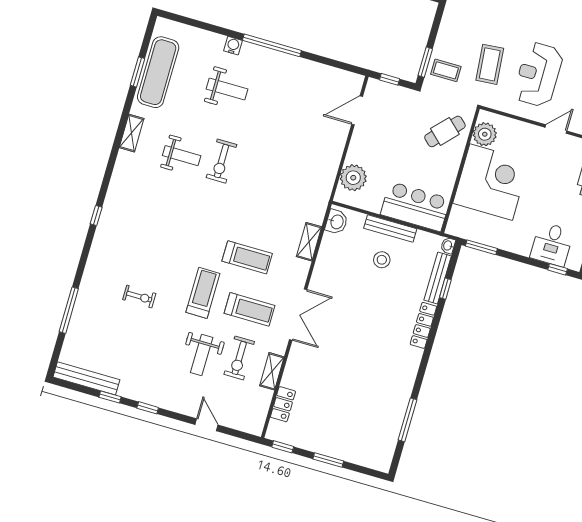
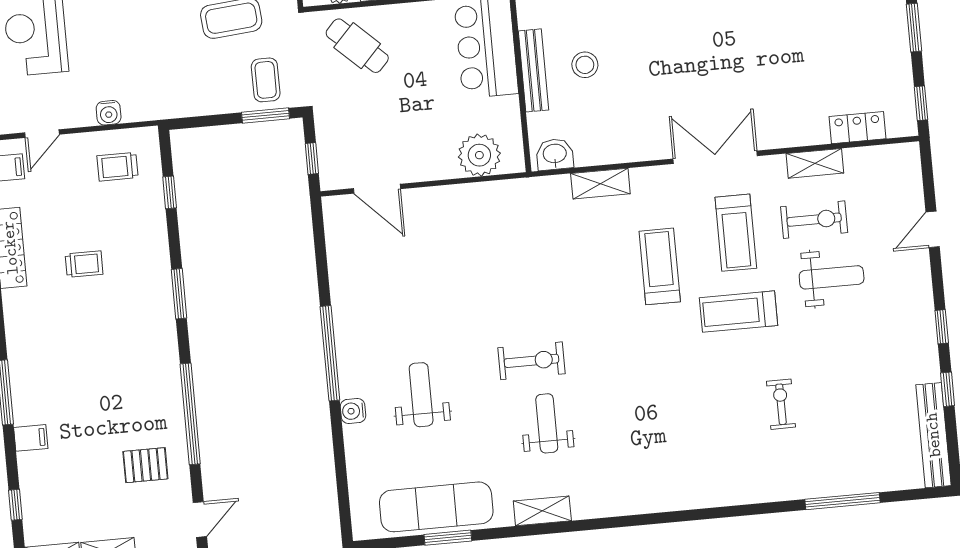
window: (96, 215) -> (686, 516), removed
treadmill: (249, 309) -> (736, 233), turned 180

